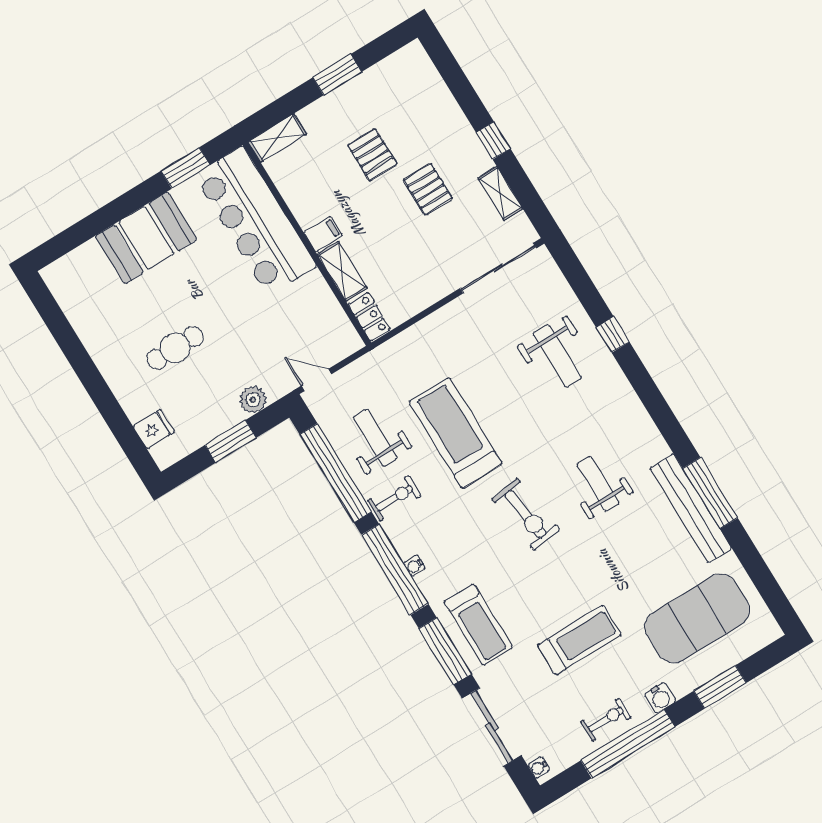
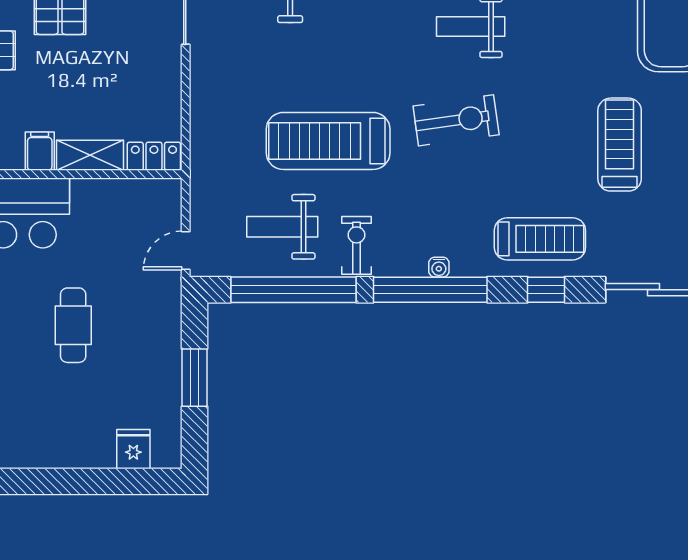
cafe table: (175, 348) -> (73, 325), moved
plant: (253, 400) -> (166, 328), removed
window: (445, 651) -> (546, 290), width x0.46

